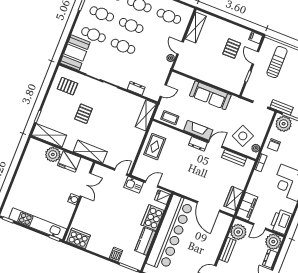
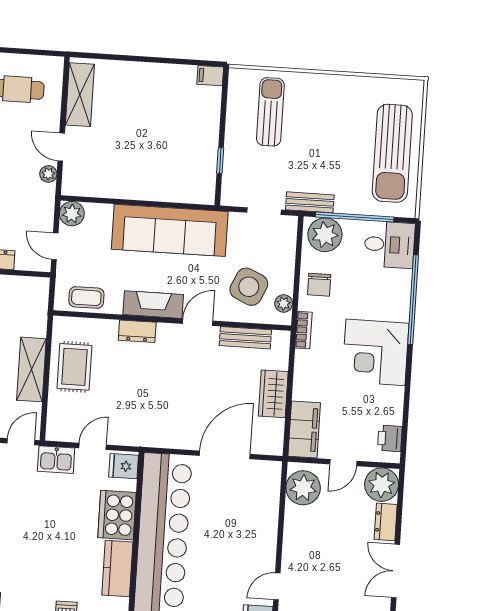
pallet: (232, 49) -> (168, 114), removed
door: (255, 58) -> (223, 117), removed
plant: (175, 79) -> (72, 214), added
door: (163, 91) -> (55, 246), swing flipped
sofa: (210, 95) -> (170, 230), width x1.36, depth x1.27
shelving: (146, 115) -> (31, 369), moved
dresser: (198, 144) -> (137, 331), moved
wardrobe: (234, 198) -> (273, 394), moved
door: (209, 206) -> (225, 455), swing flipped
printer: (281, 222) -> (390, 438), width x0.53, depth x0.68
bench: (228, 250) -> (293, 532), removed

